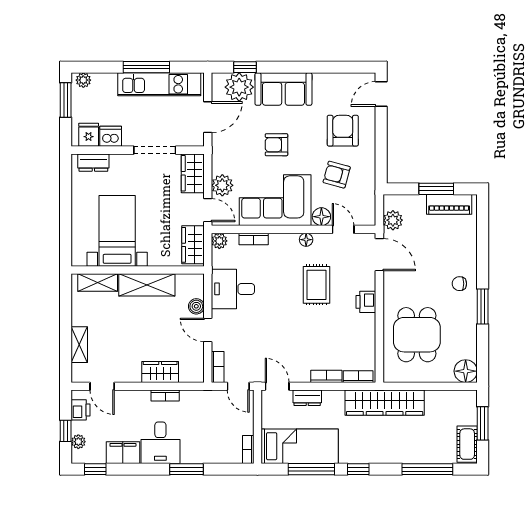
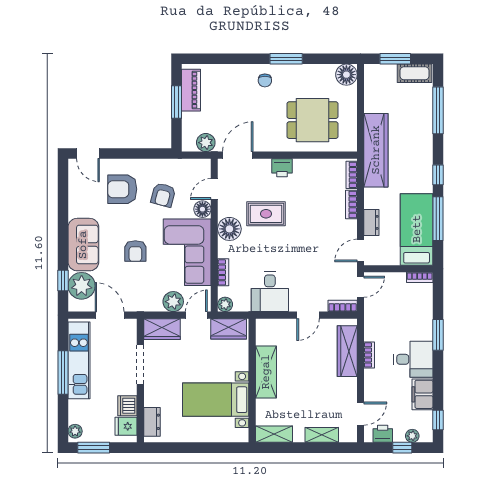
floor lamp: (306, 240) -> (229, 229), width x1.89, depth x1.89
shelving: (98, 283) -> (274, 434), moved, turned 90
boiler: (196, 306) -> (286, 326), removed
wardrobe: (160, 372) -> (347, 351), width x1.50

